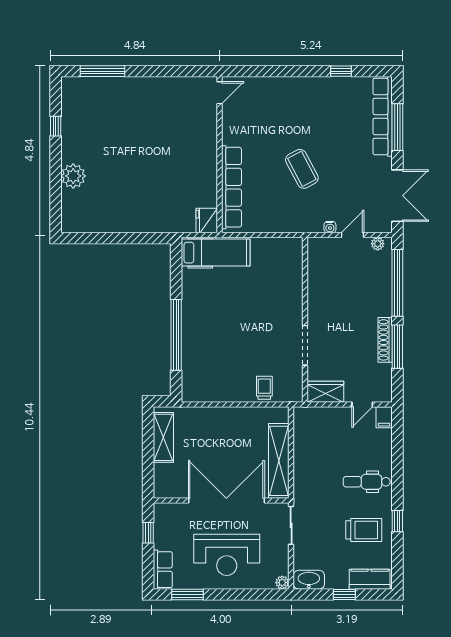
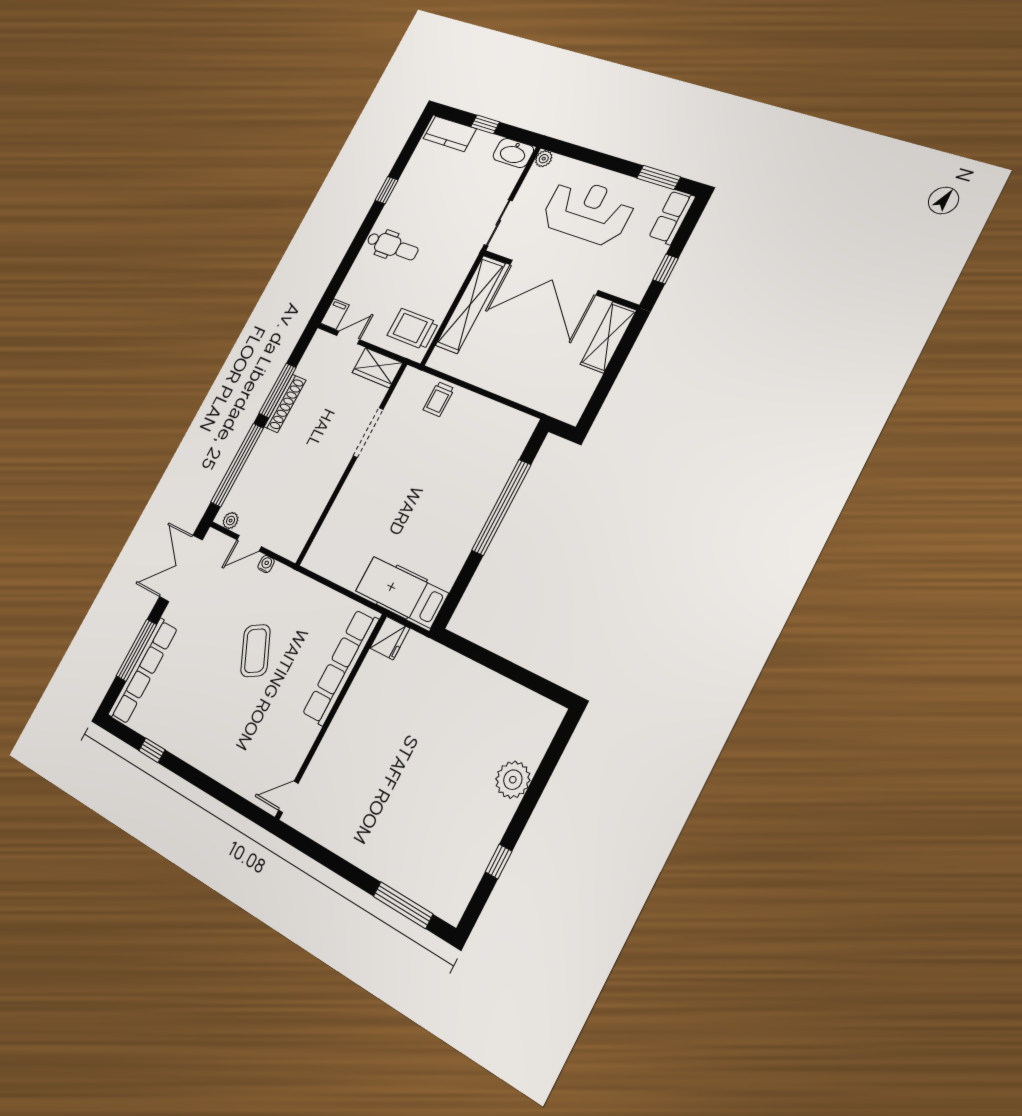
shelving: (163, 437) -> (608, 337), moved
trolley: (364, 530) -> (413, 329), moved

